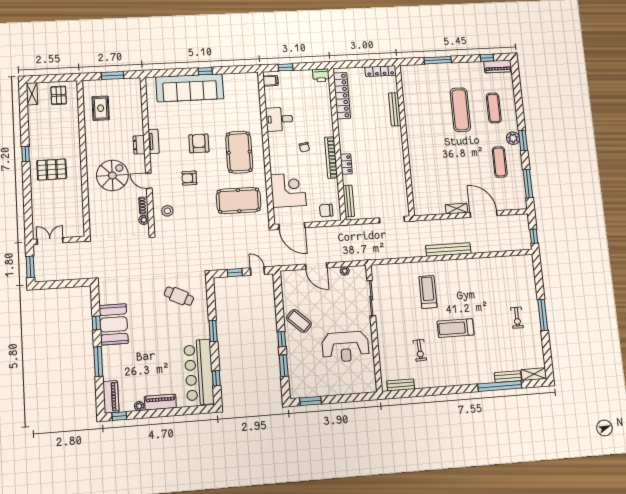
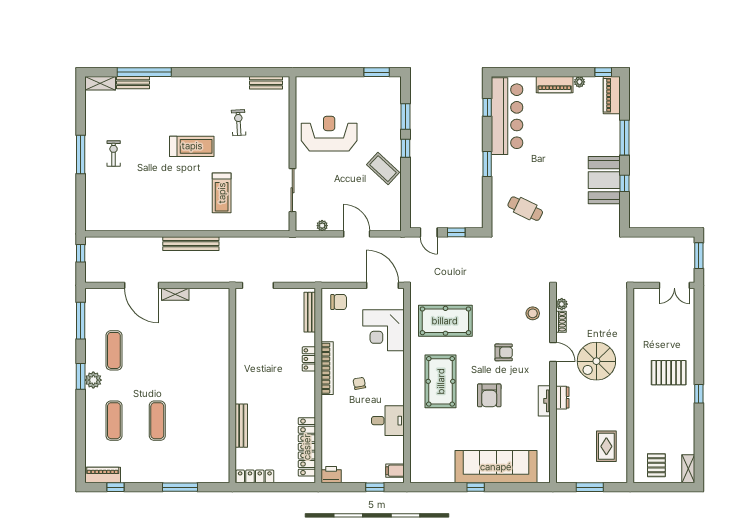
exercise mat: (460, 110) -> (157, 421), width x0.73, depth x0.69

